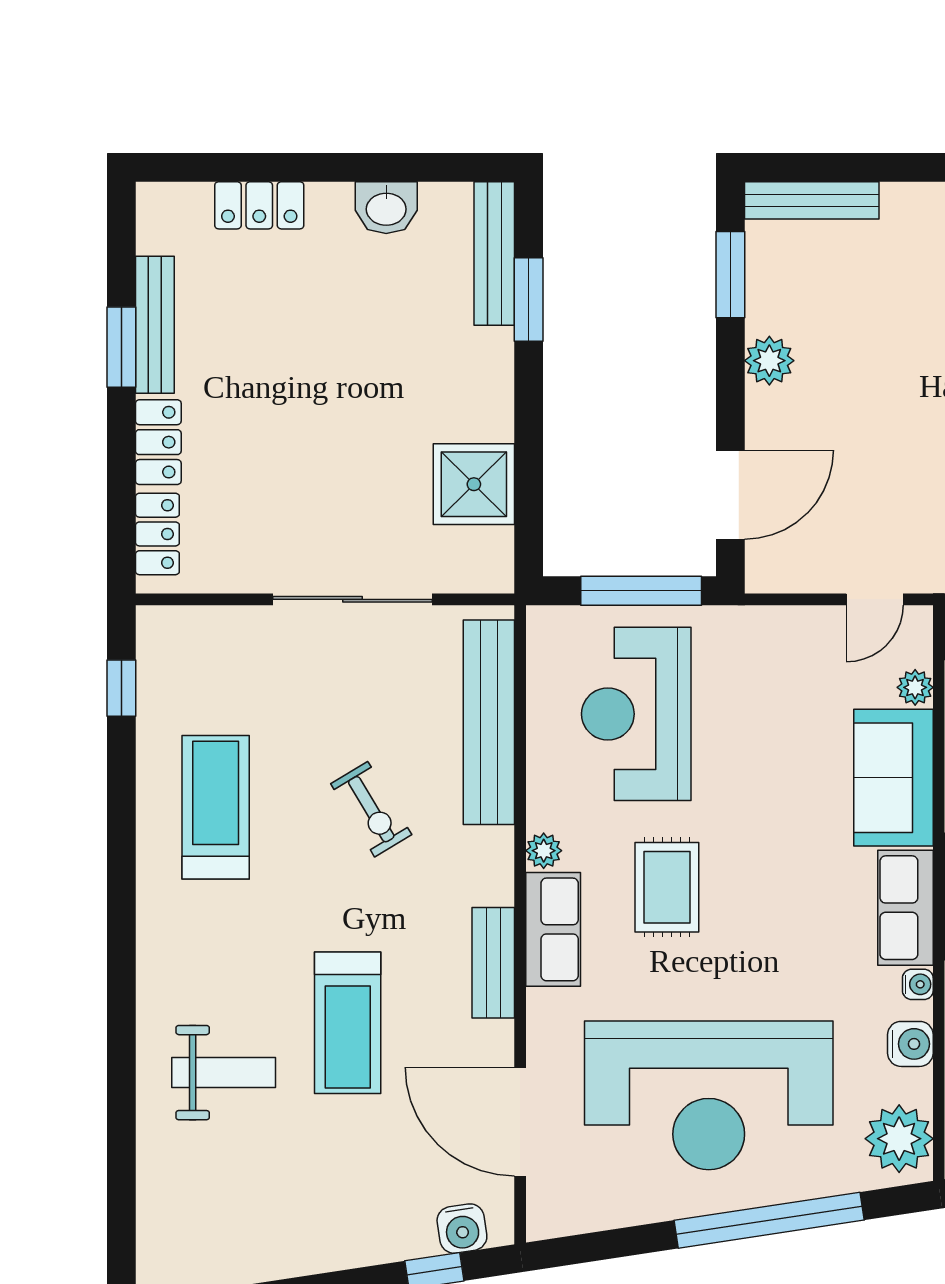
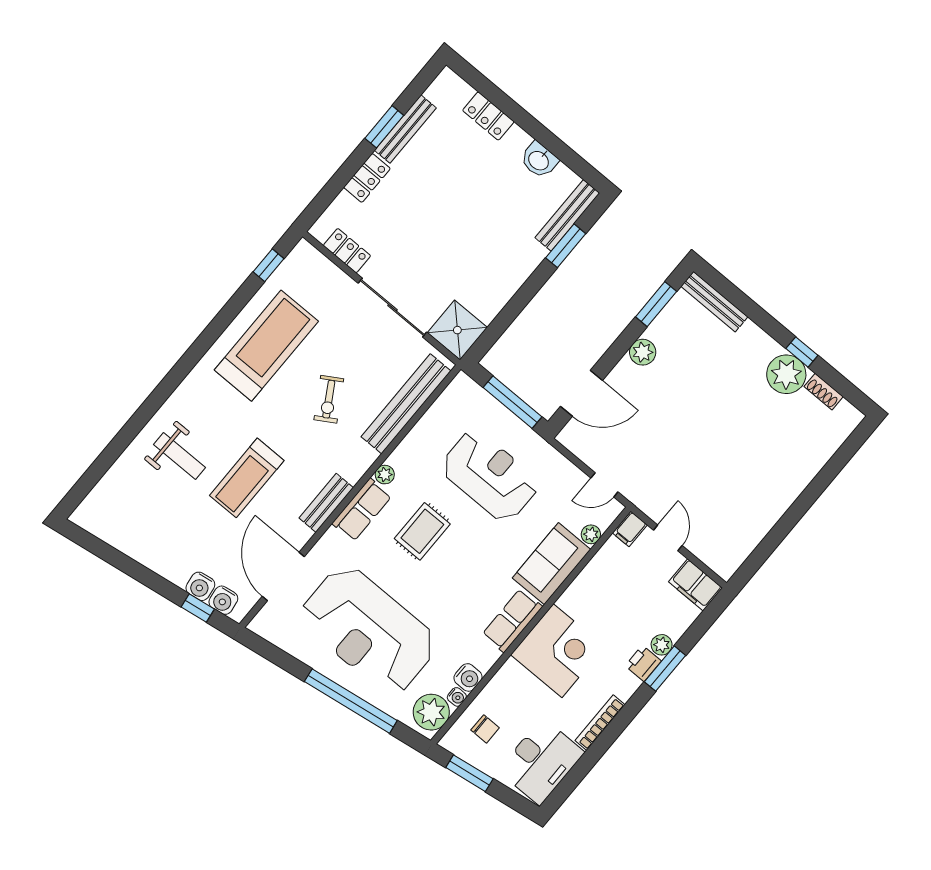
shower: (474, 484) -> (457, 330), moved
locker: (157, 534) -> (347, 251), moved, turned -90
reception desk: (636, 714) -> (490, 476), moved, turned 90
treadmill: (216, 807) -> (266, 346), width x1.37, depth x1.37
water cooler: (918, 984) -> (457, 697), moved
water cooler: (412, 1236) -> (200, 586), added

